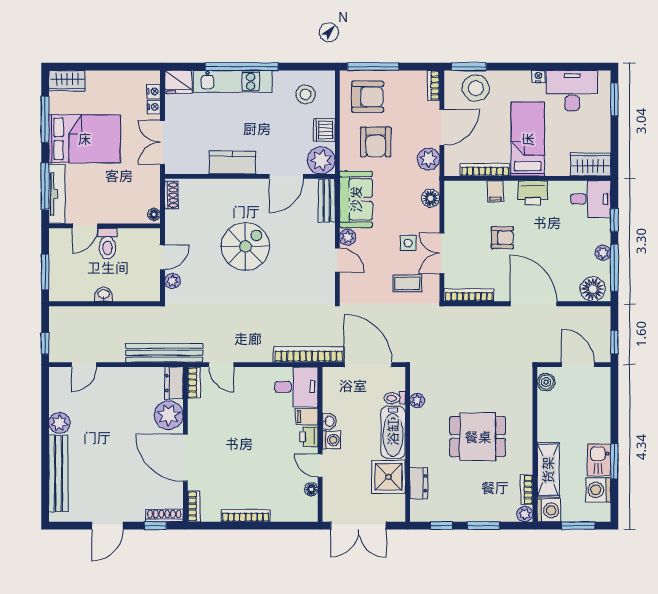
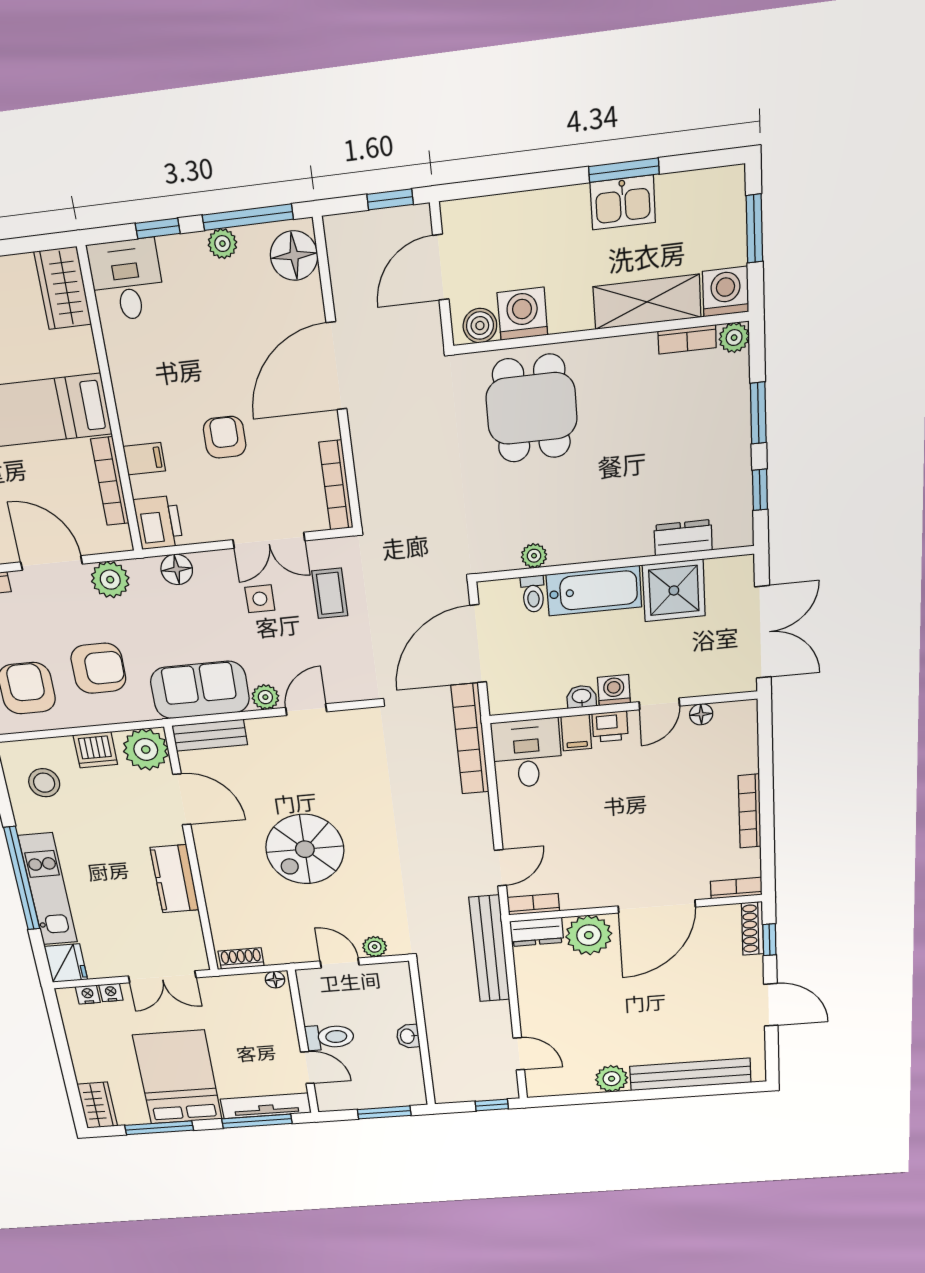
printer: (533, 193) -> (158, 523), moved
spiral stairs: (245, 247) -> (305, 849), turned -90
dining table: (478, 437) -> (532, 409), moved
washing machine: (598, 490) -> (522, 314), moved, turned 180

